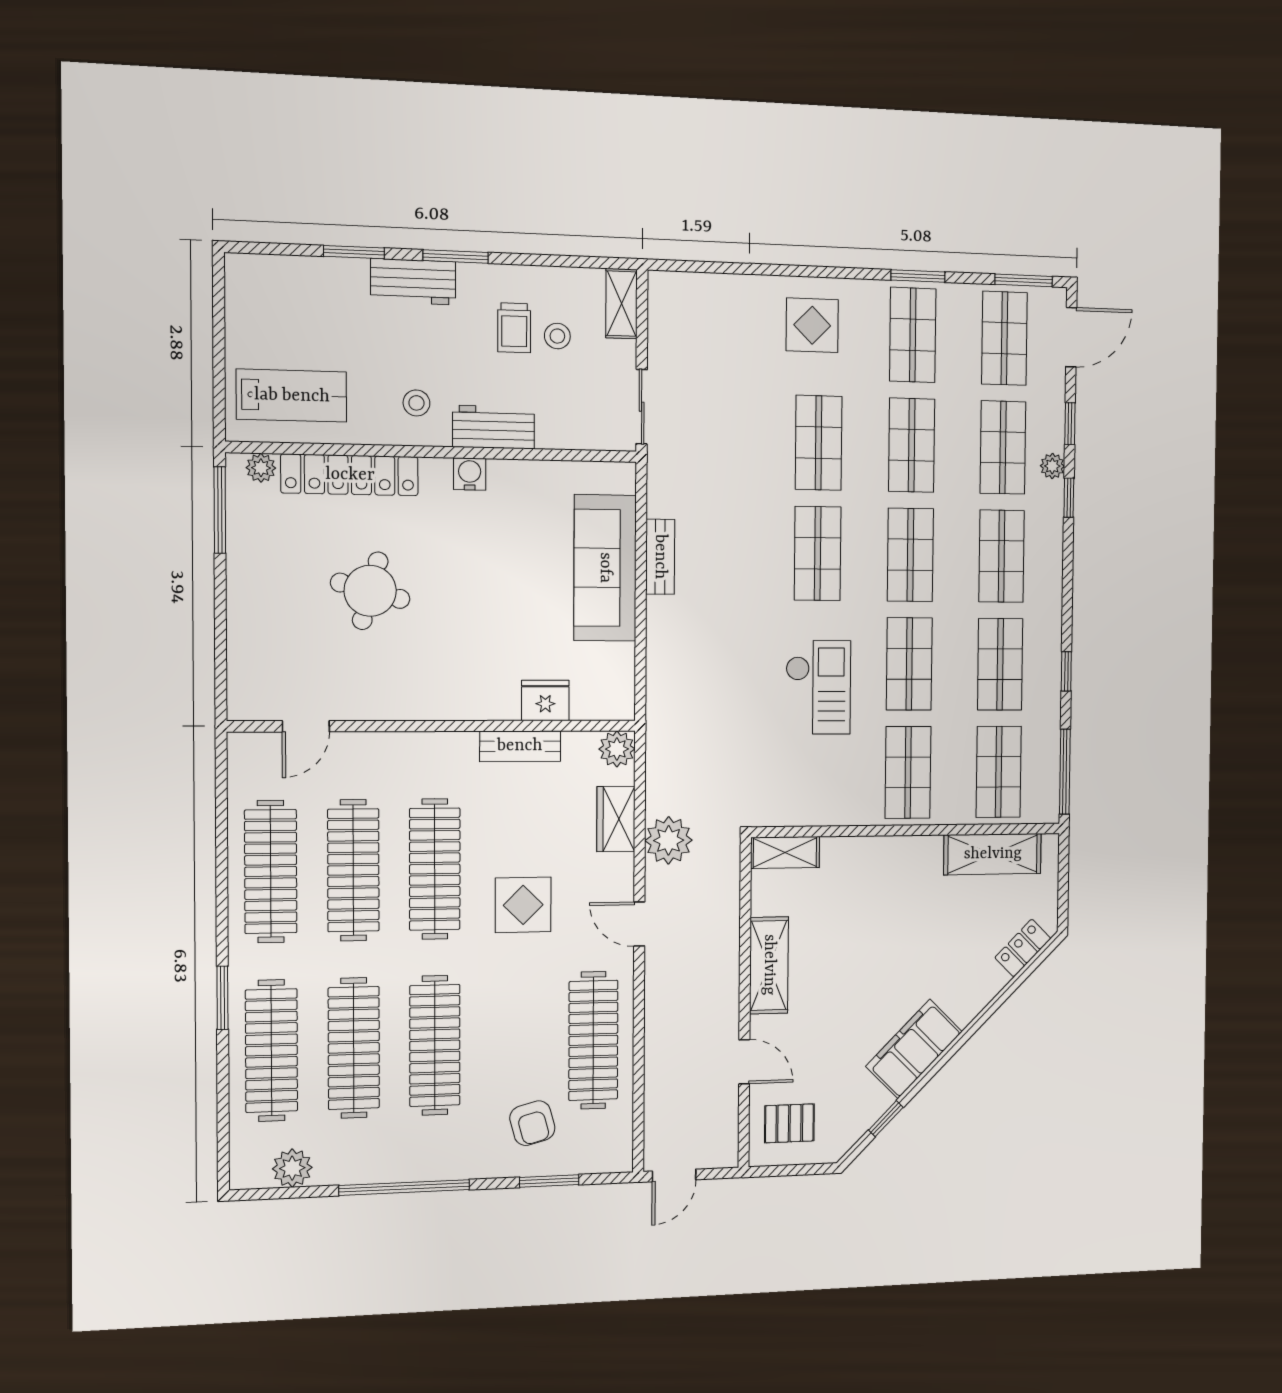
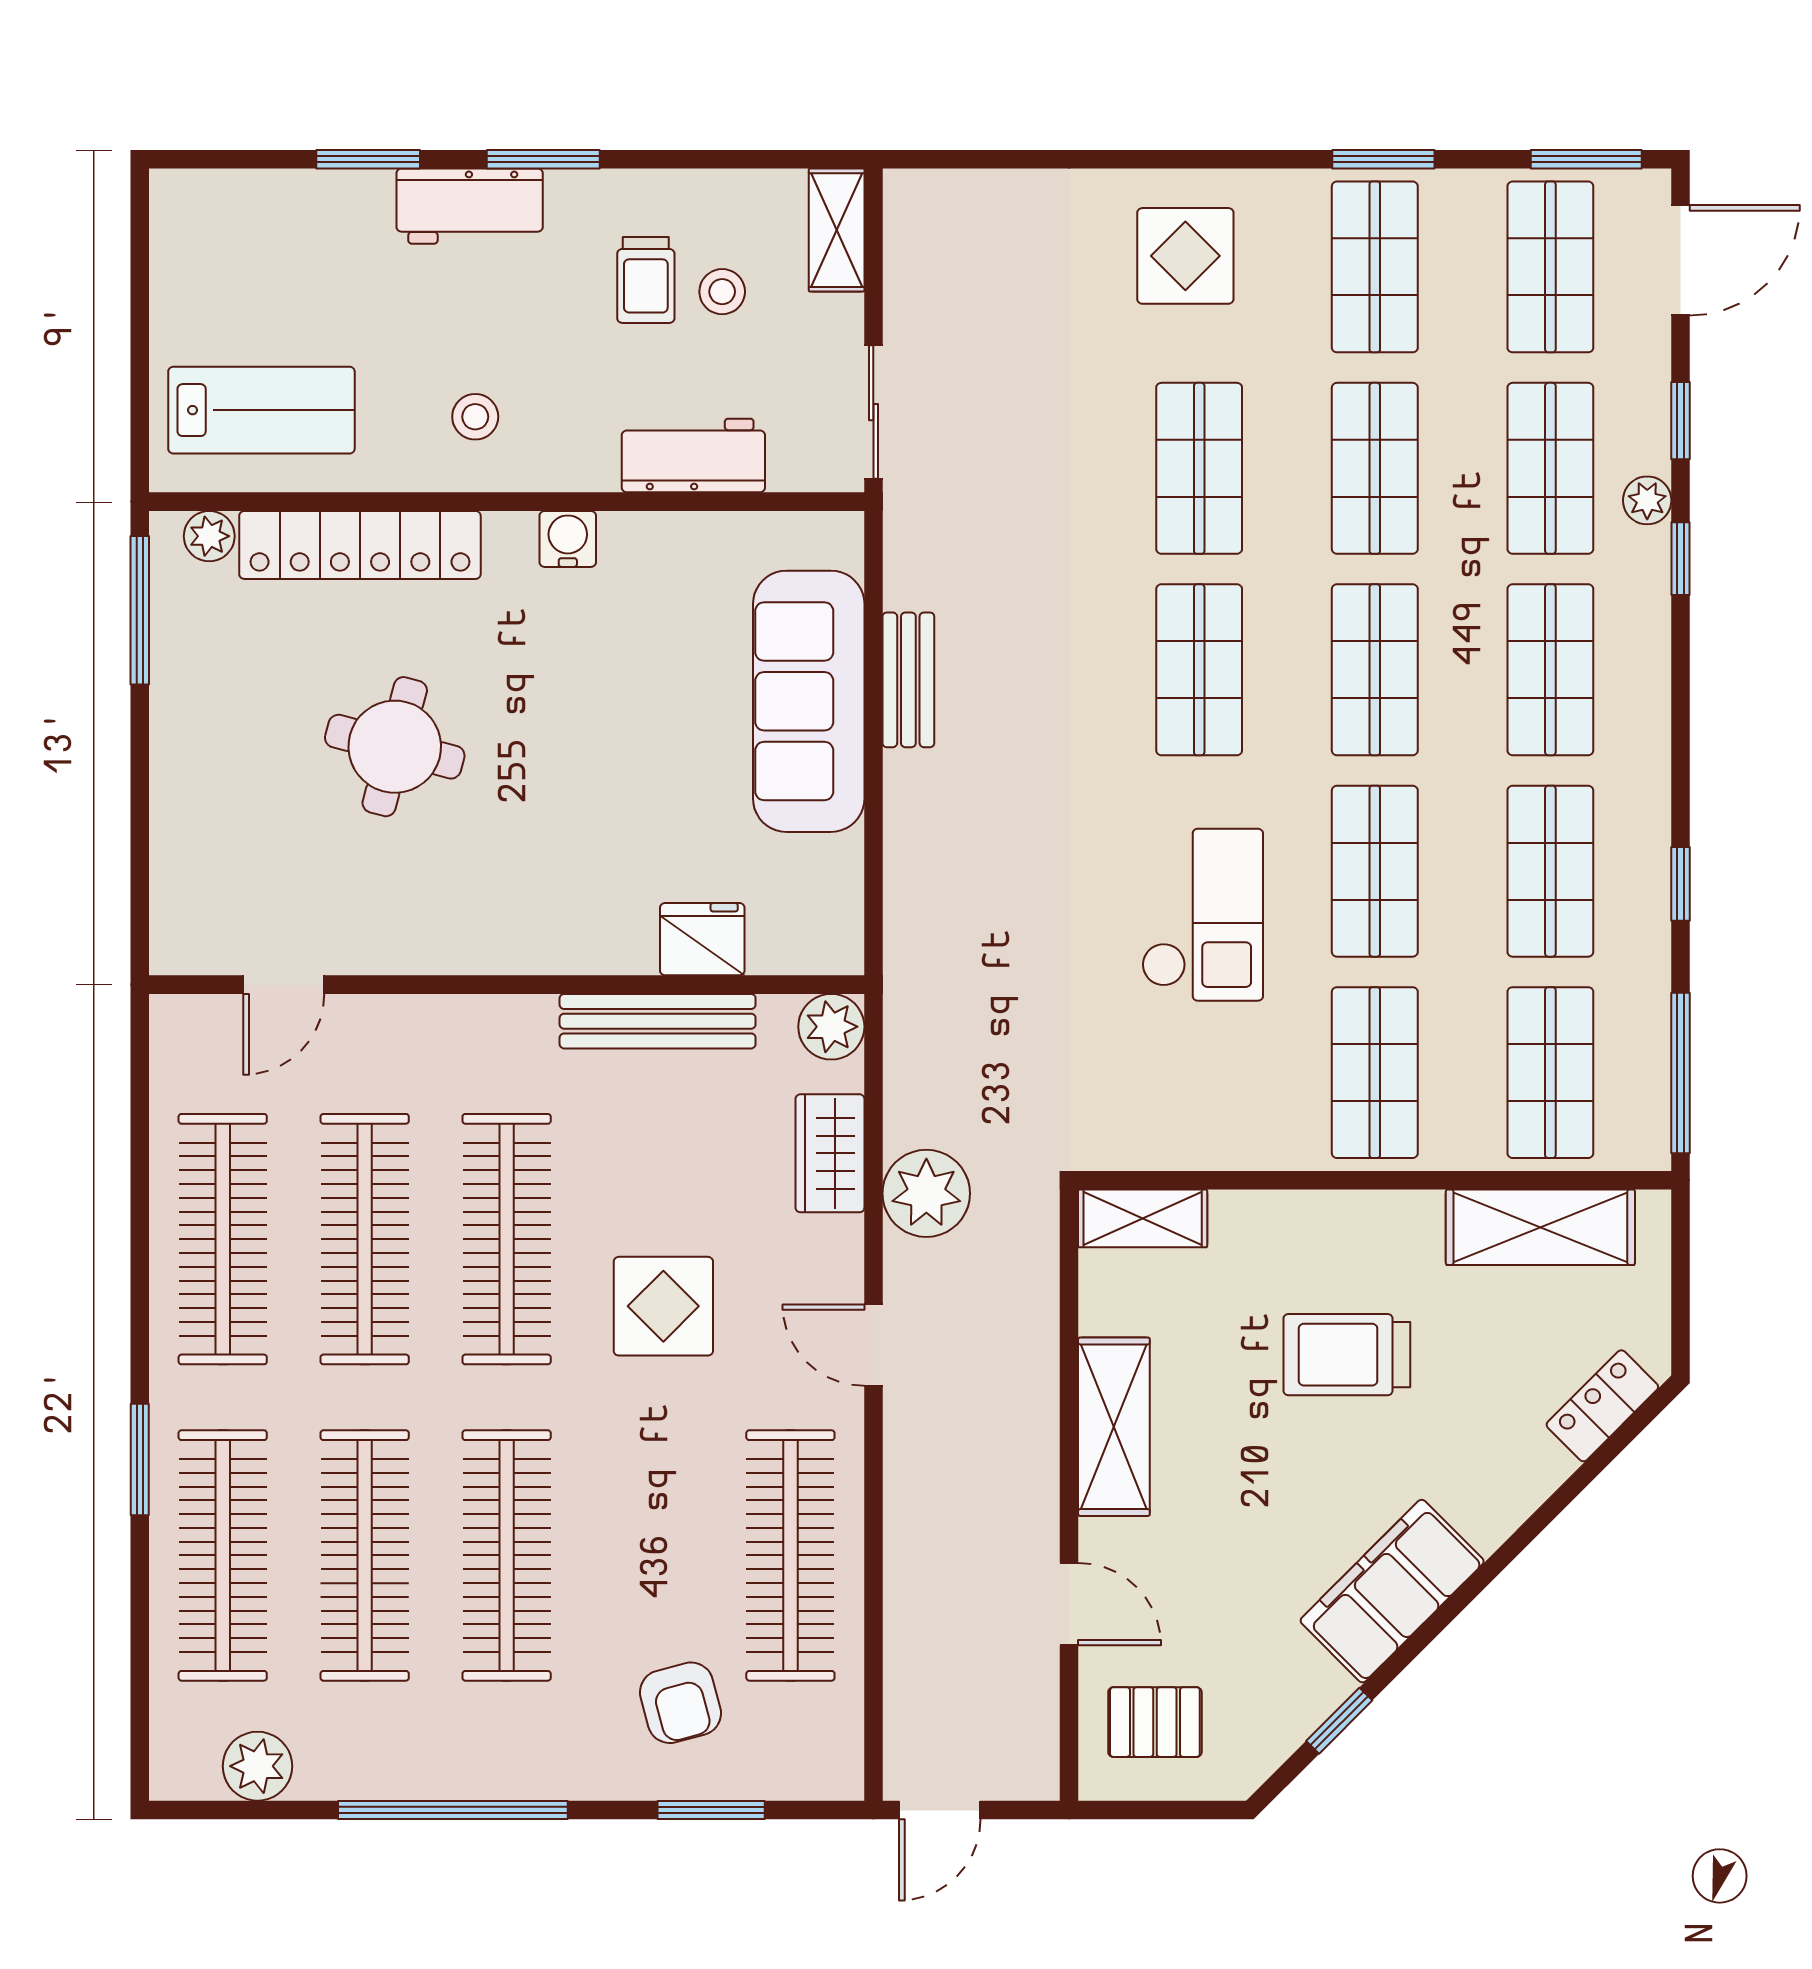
workbench: (494, 427) -> (693, 455), moved
bench: (520, 746) -> (658, 1021), width x1.36
trolley: (892, 924) -> (1347, 1355), added

